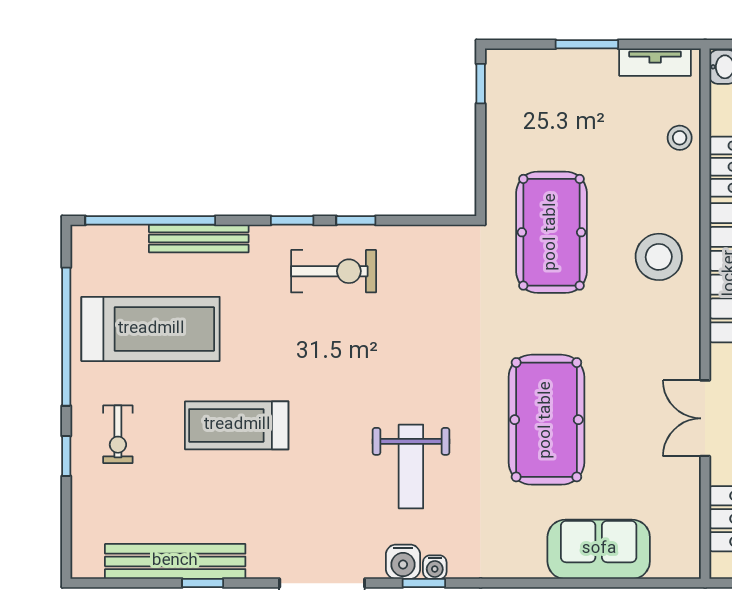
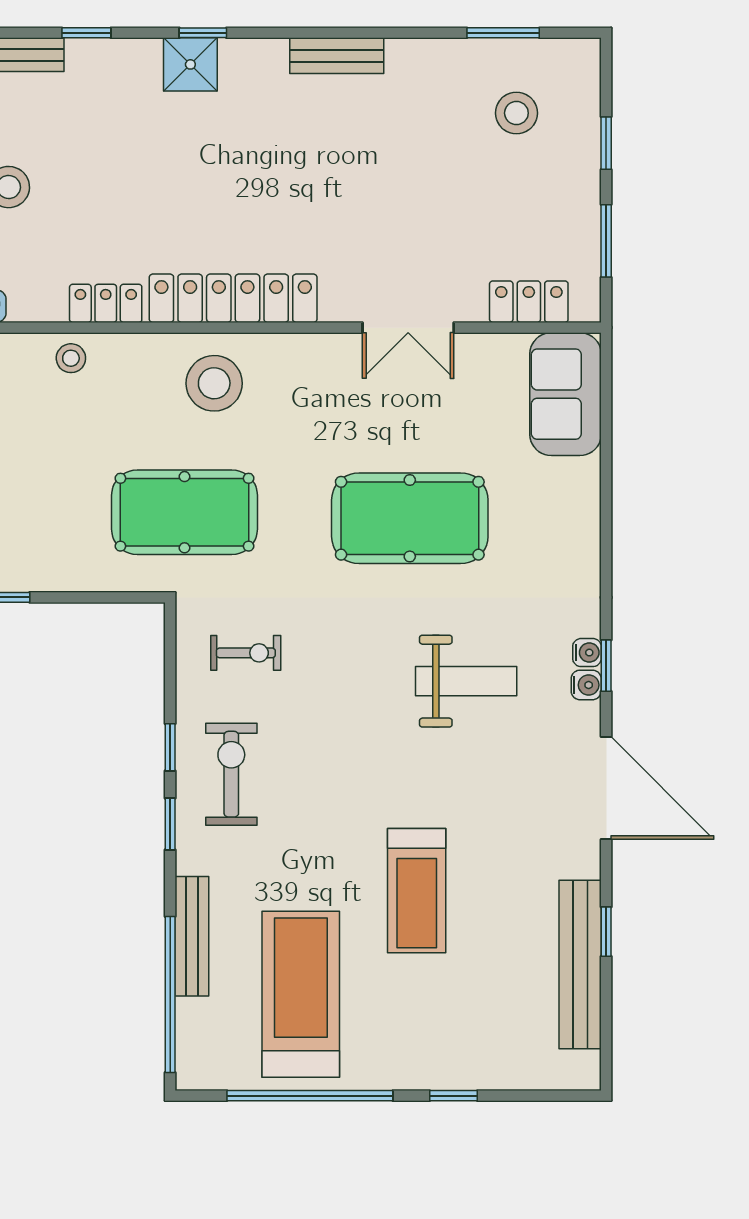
exercise bike: (118, 434) -> (246, 653), moved
sofa: (599, 549) -> (566, 394), moved
water cooler: (403, 562) -> (586, 685), width x0.72, depth x0.72

